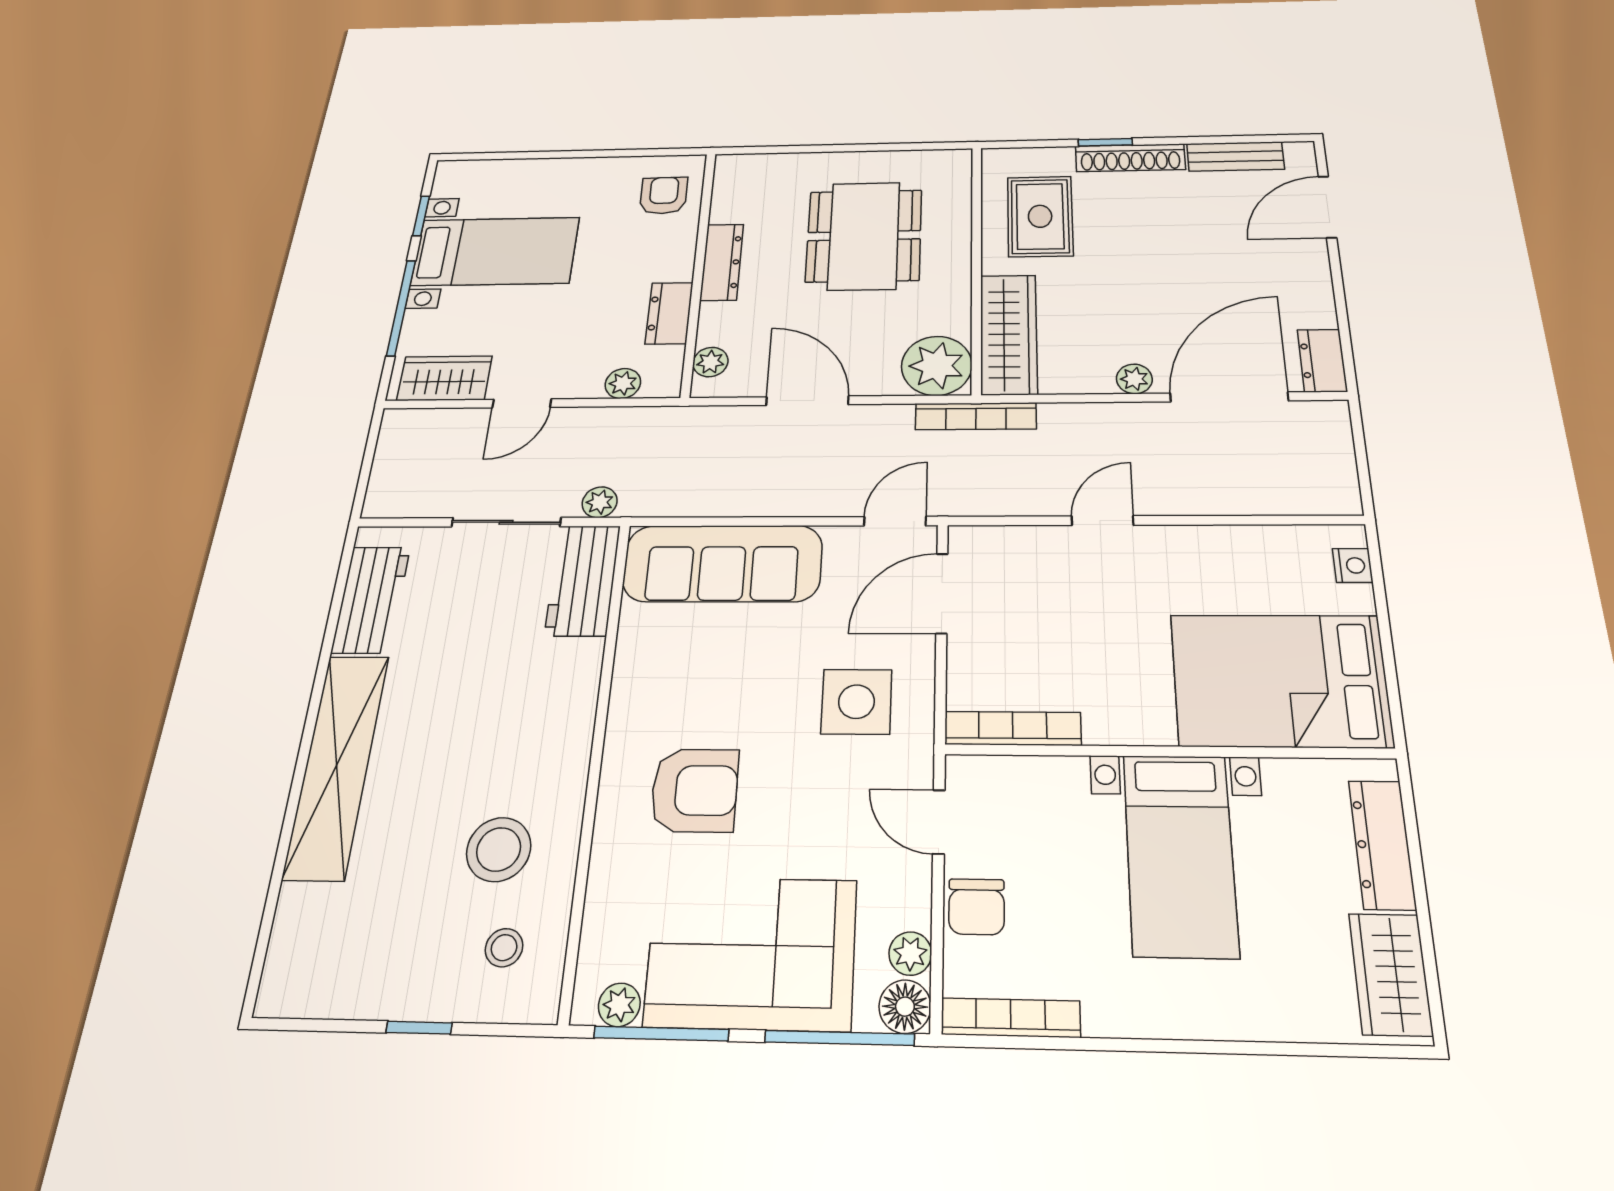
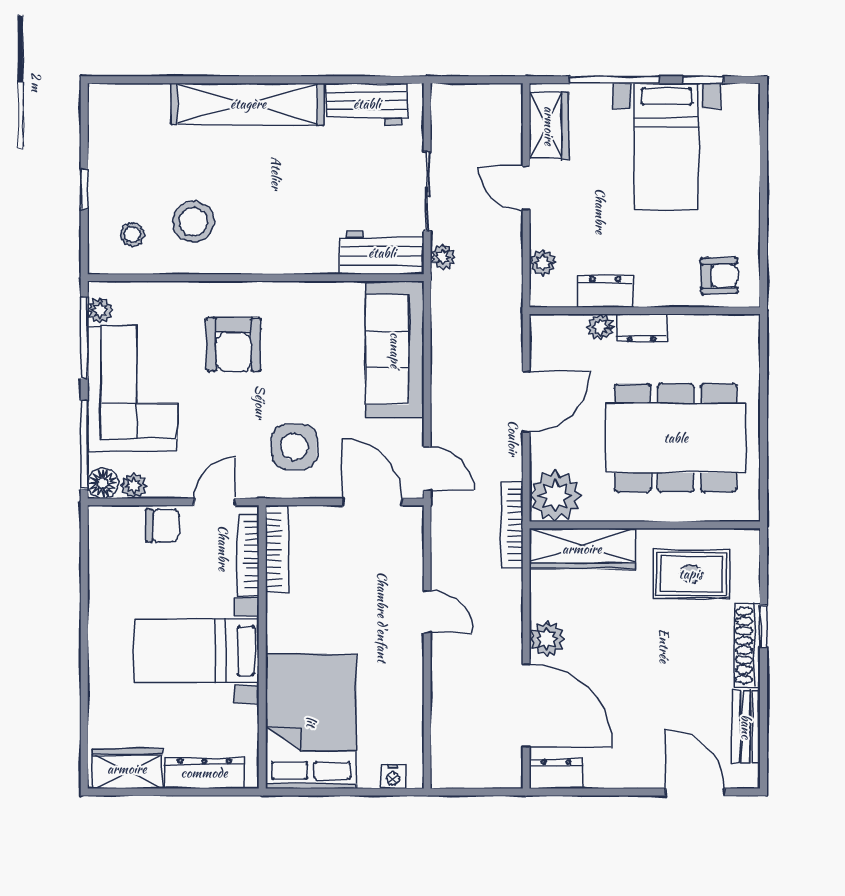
dining table: (864, 236) -> (676, 438), width x1.36, depth x1.24
dresser: (722, 262) -> (641, 328), width x0.70
plant: (710, 362) -> (600, 327), moved
plant: (1134, 379) -> (547, 639), width x1.38, depth x1.38
chair: (977, 907) -> (162, 526), turned 180
bookcase: (1011, 1018) -> (249, 555), moved, turned 180

